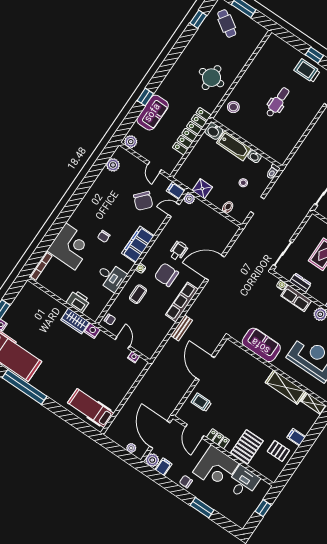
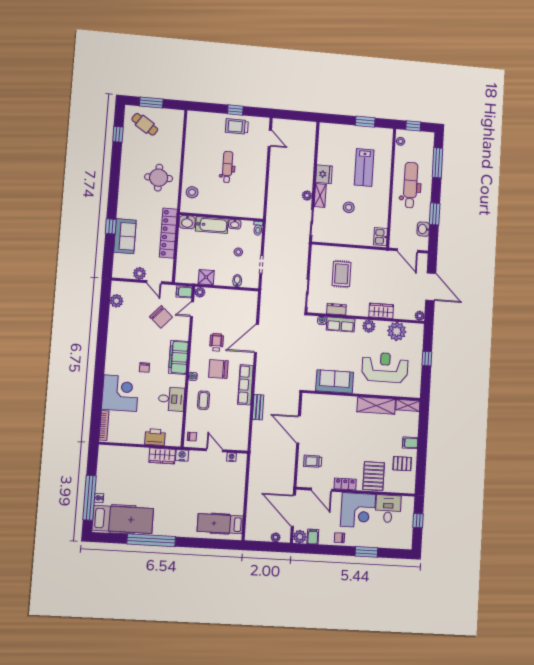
plant: (131, 142) -> (140, 273), moved

